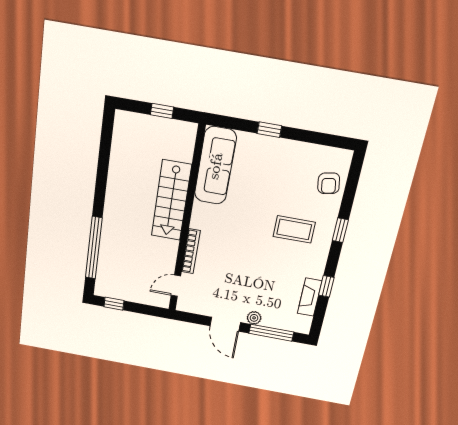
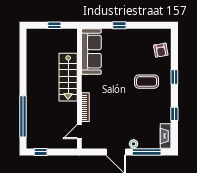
fireplace: (310, 297) -> (166, 136), moved

